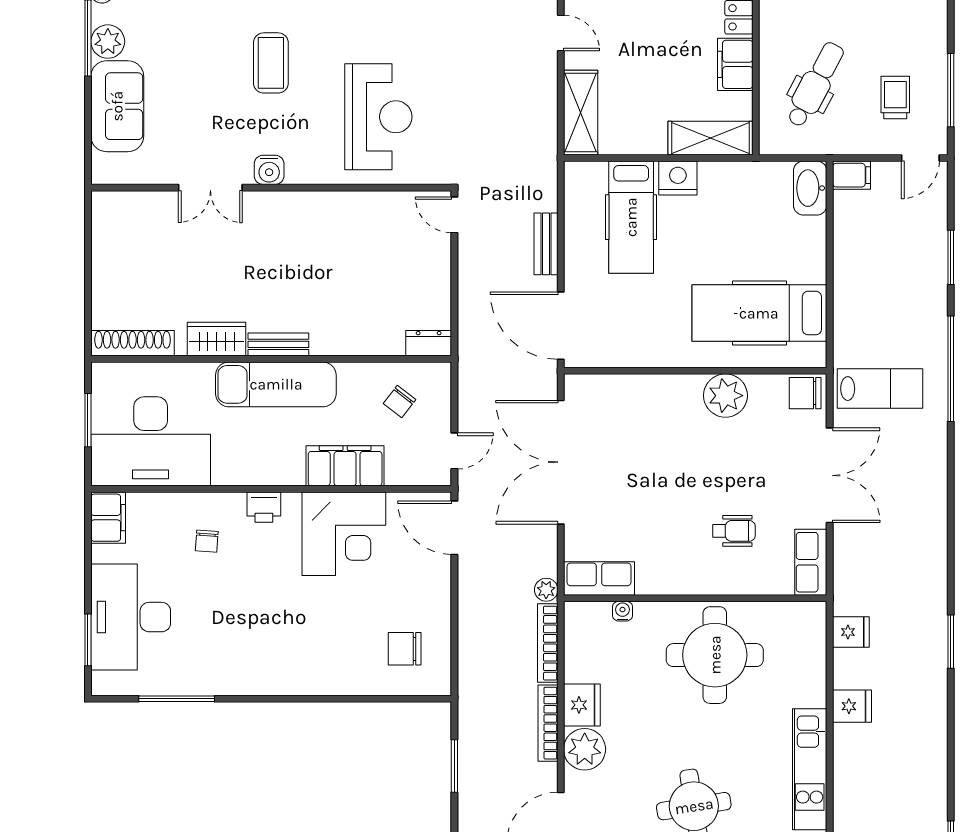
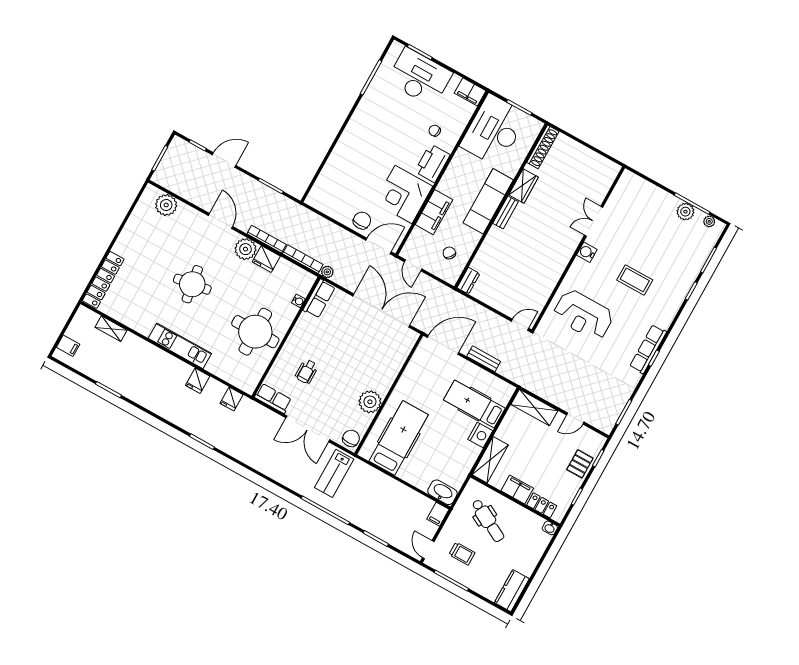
sofa: (117, 106) -> (654, 200), removed
printer: (264, 507) -> (432, 163), width x1.87, depth x1.48
chair: (405, 649) -> (362, 221), moved

